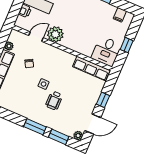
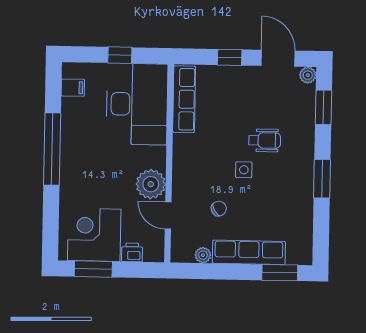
desk: (106, 51) -> (137, 104), width x1.87, depth x1.30
window: (35, 127) -> (322, 179), moved

